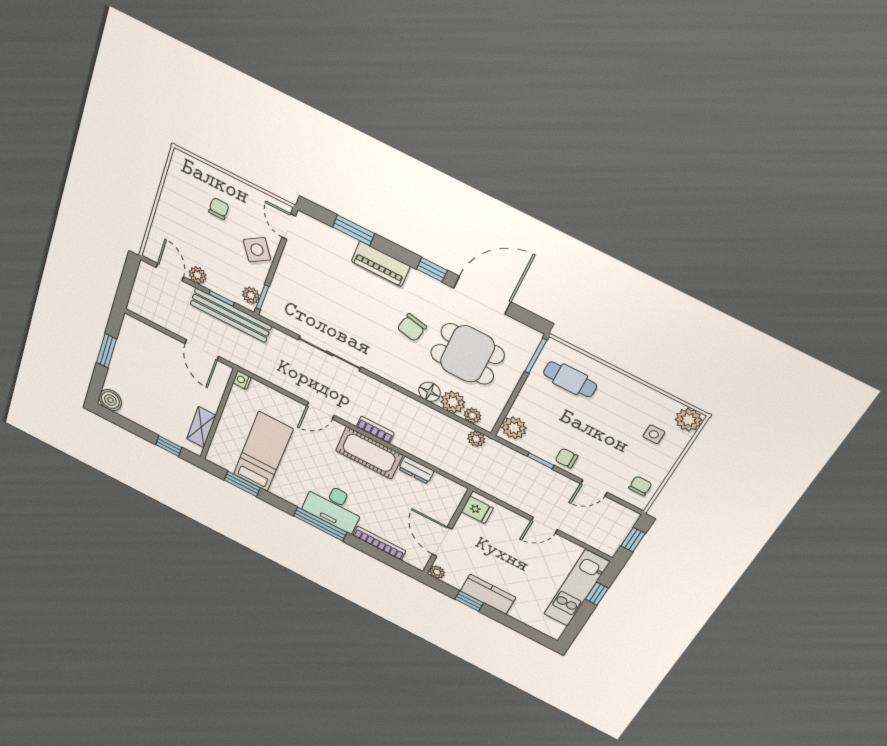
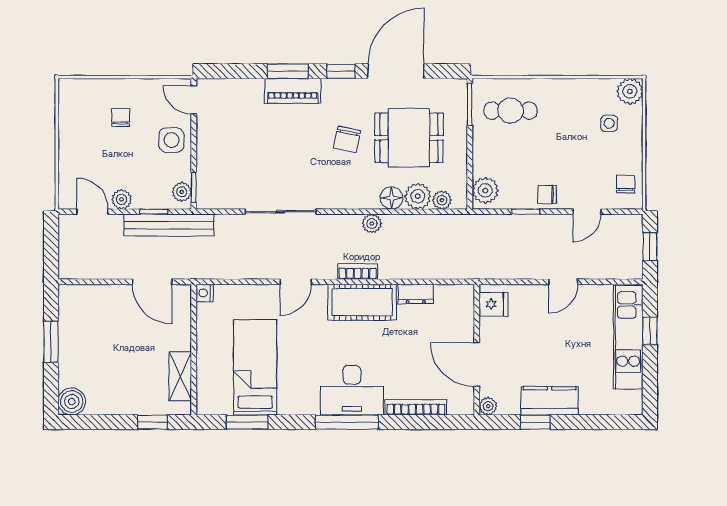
window: (354, 230) -> (288, 71), moved
side table: (257, 250) -> (171, 140), turned 34
plant: (476, 439) -> (372, 223), moved

